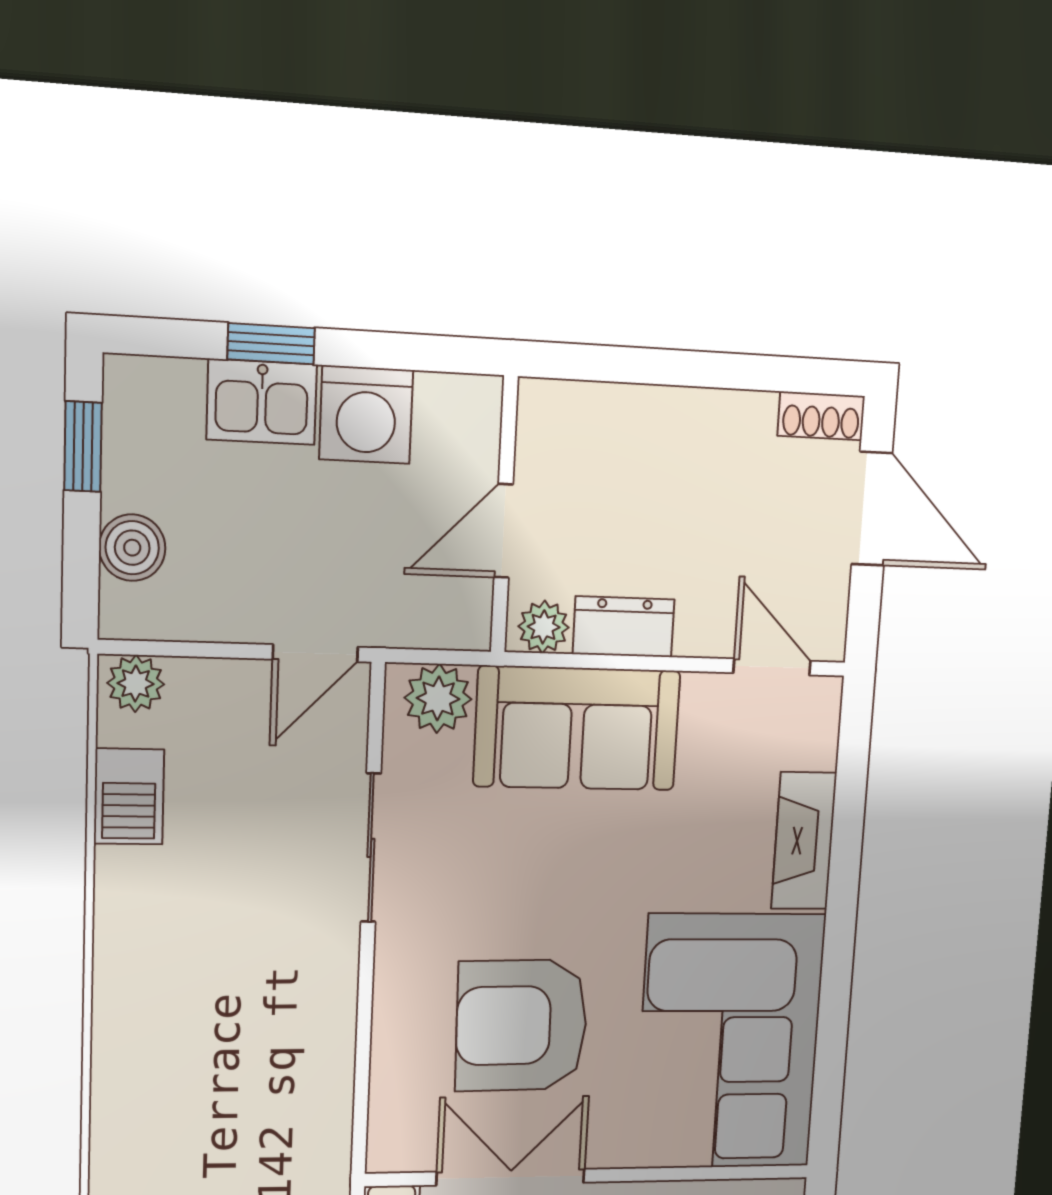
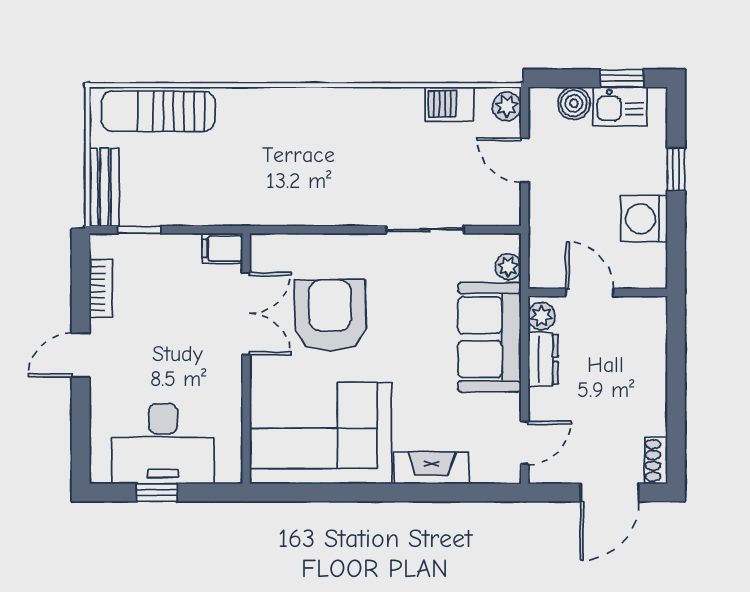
kitchen sink: (262, 402) -> (620, 107), moved, turned -90
door: (315, 653) -> (525, 160), moved
plant: (438, 698) -> (508, 267), width x0.73, depth x0.73

